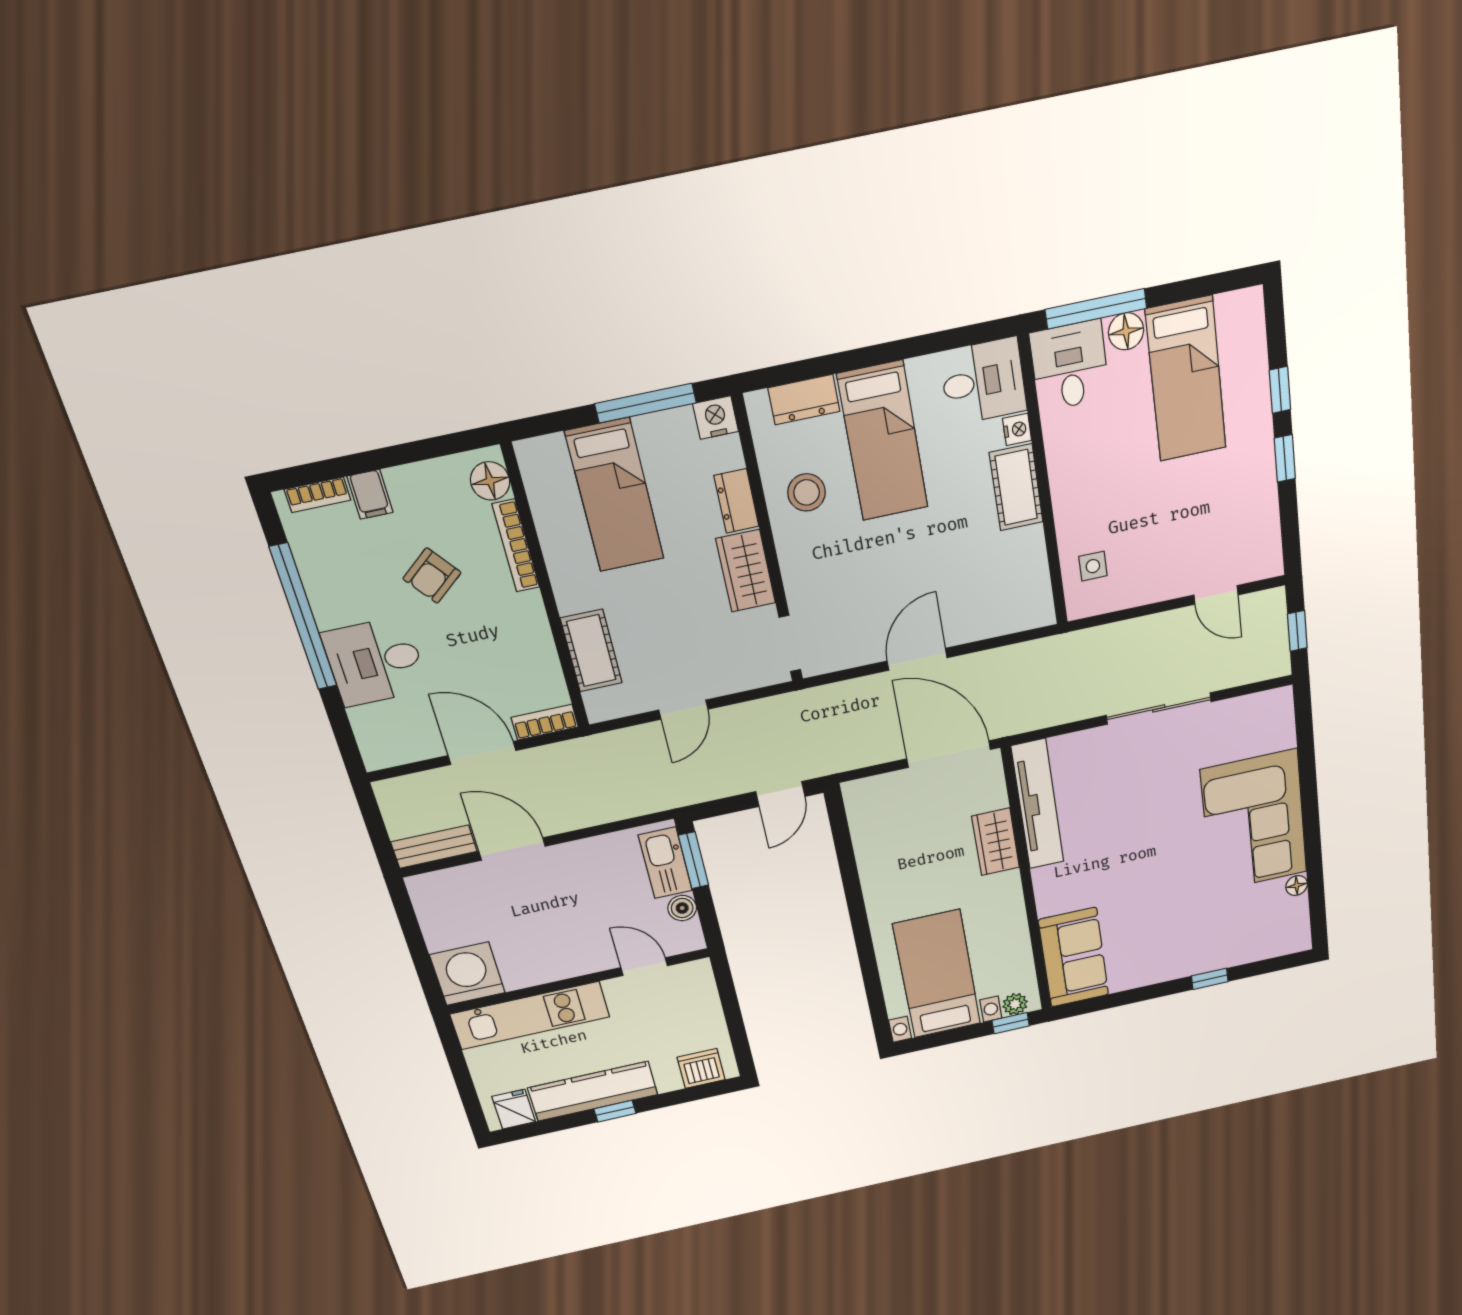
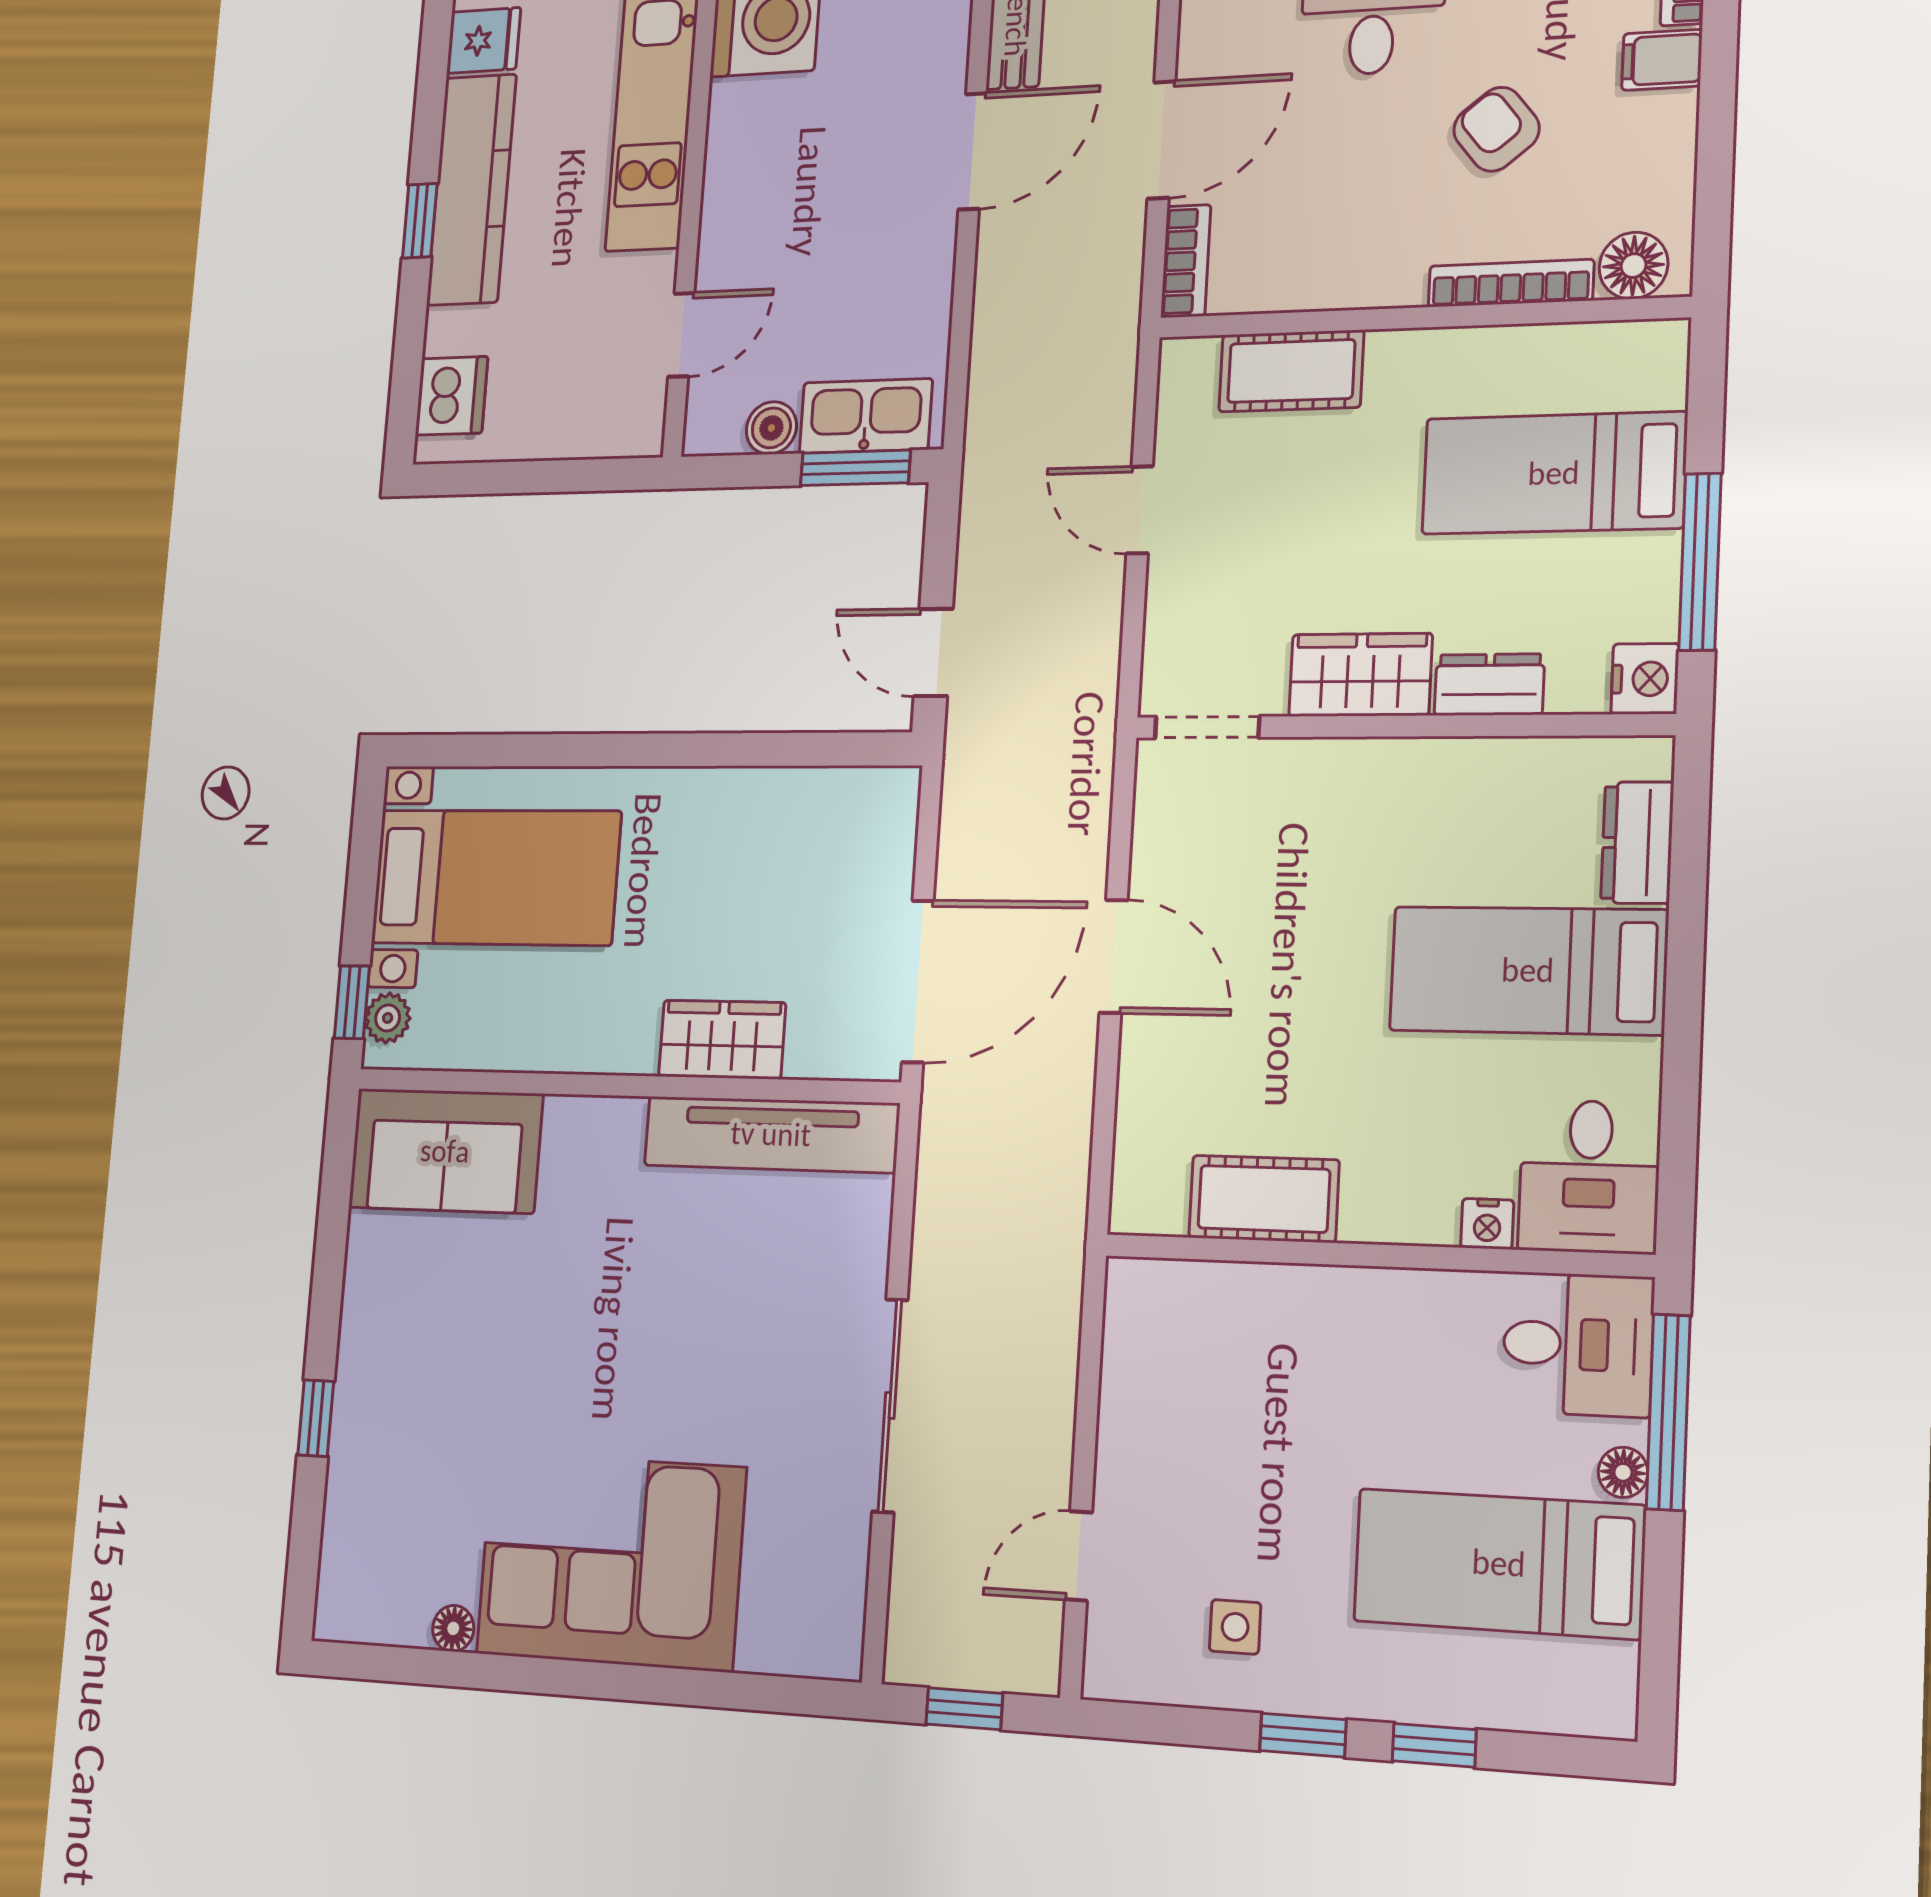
floor lamp: (1126, 331) -> (1623, 1472), width x0.73, depth x0.73
cot: (1016, 487) -> (1264, 1199), moved
stool: (807, 492) -> (1472, 814), removed
side table: (1093, 566) -> (1235, 1627), moved

